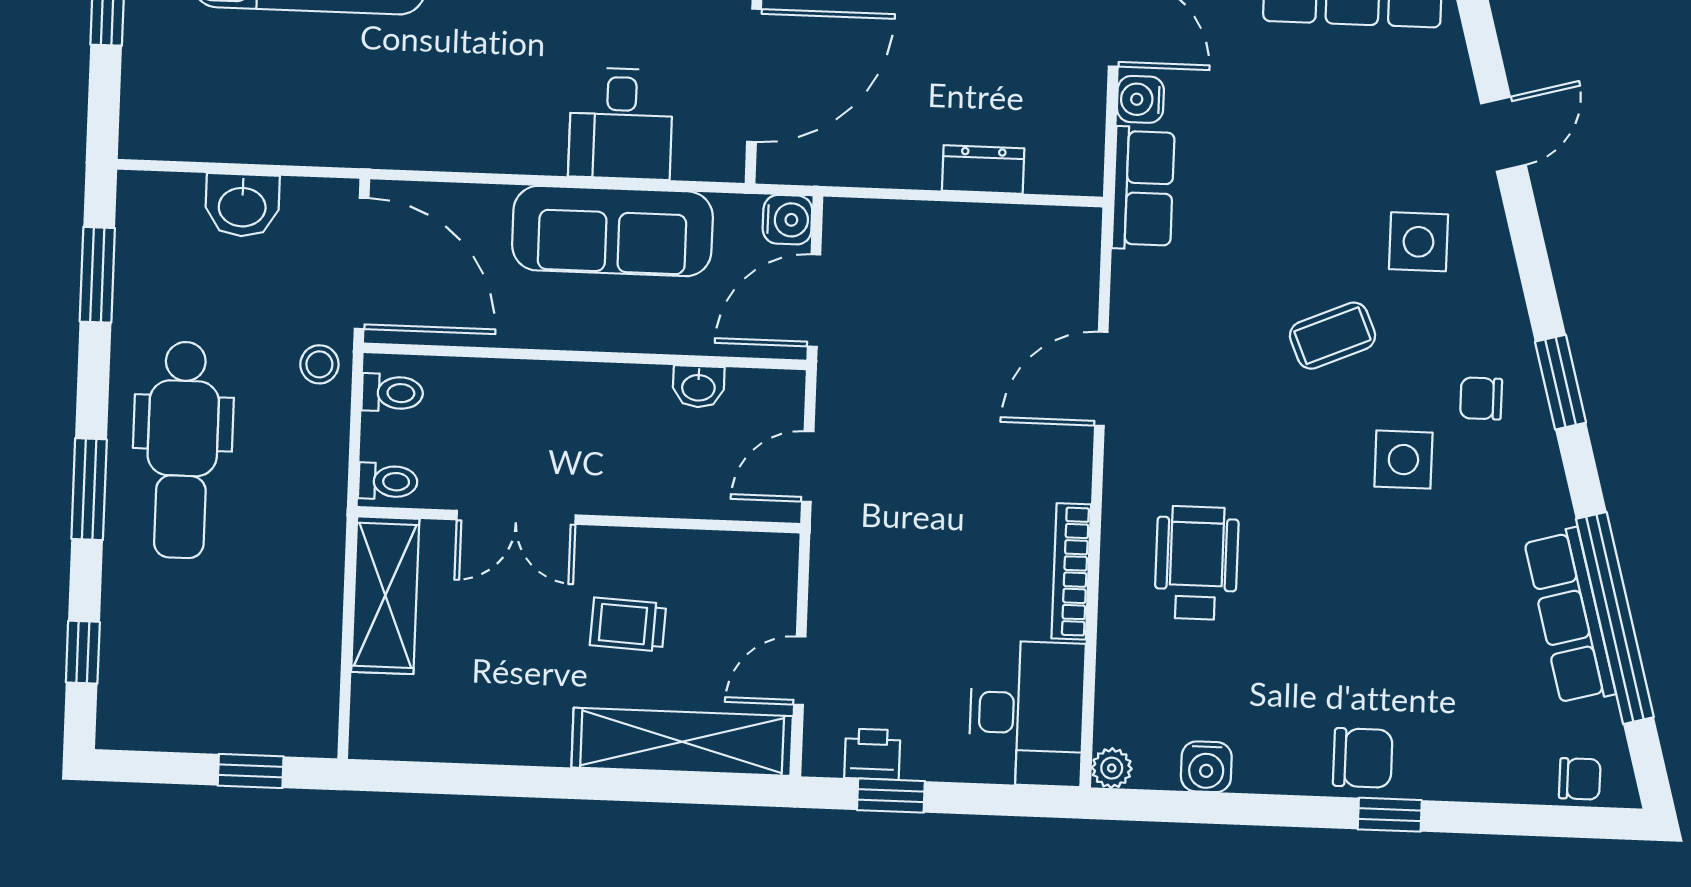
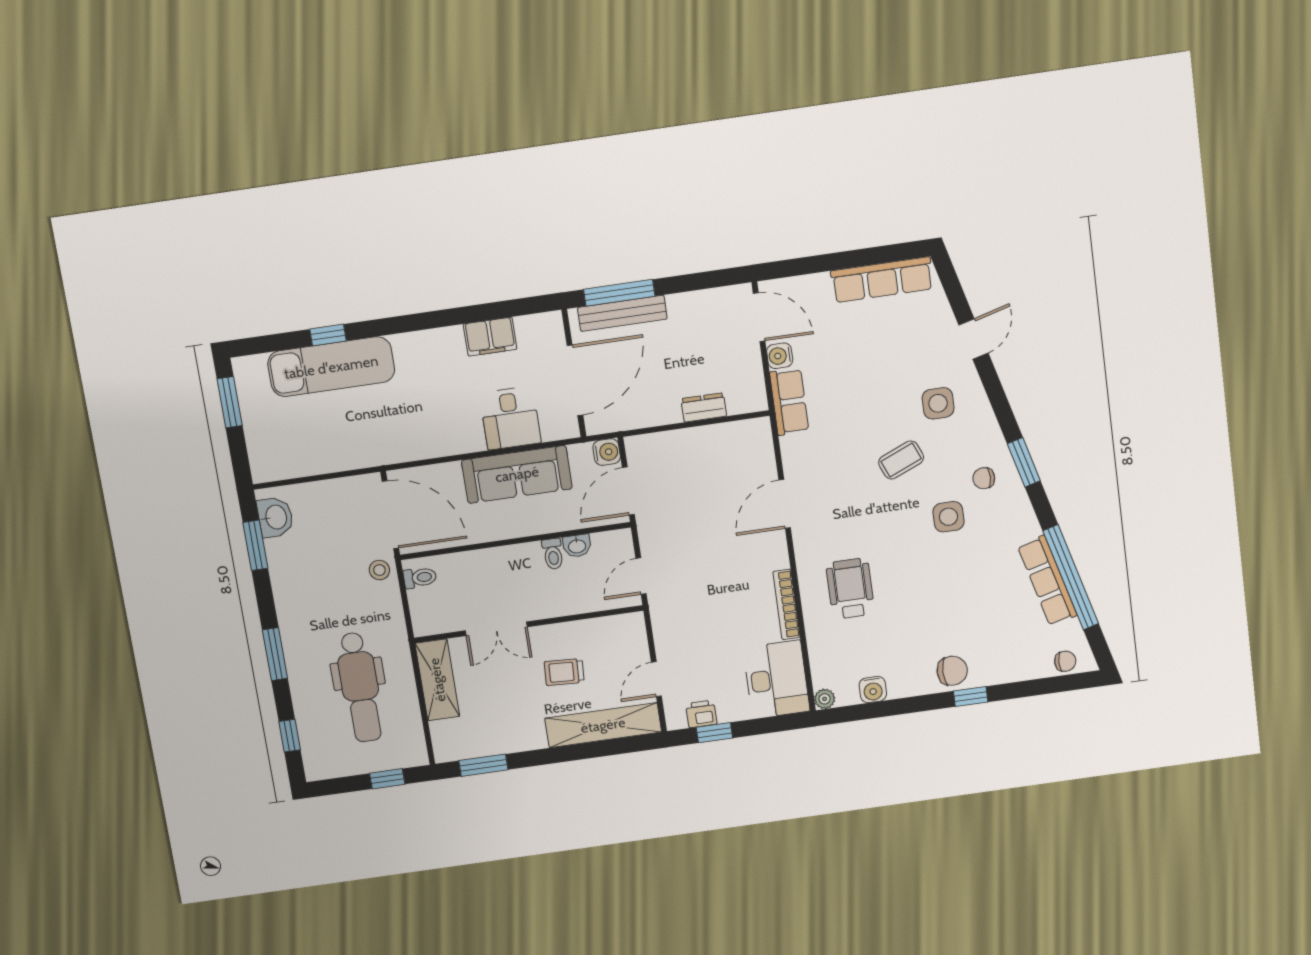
washbasin: (242, 205) -> (275, 517), moved, turned -90
dental chair: (182, 450) -> (360, 687), moved
toilet: (388, 481) -> (553, 554), moved, turned 90
window: (439, 778) -> (483, 765), added

